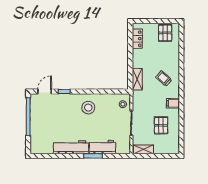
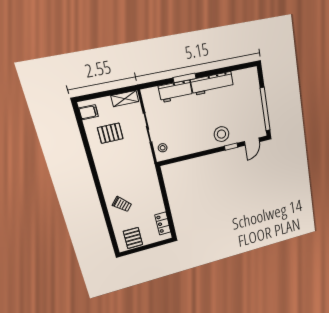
shelving: (137, 79) -> (152, 180), removed
trolley: (164, 79) -> (122, 204), moved
filing cabinet: (173, 103) -> (89, 112), moved
stool: (88, 108) -> (221, 134), moved
pallet: (161, 125) -> (110, 133), turned 90

